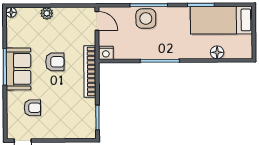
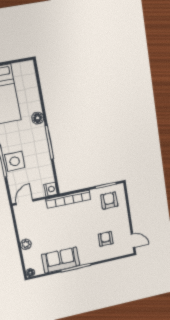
floor lamp: (217, 52) -> (38, 118), moved
armchair: (55, 62) -> (109, 200), moved
sofa: (18, 69) -> (61, 260), moved

